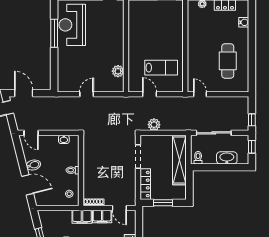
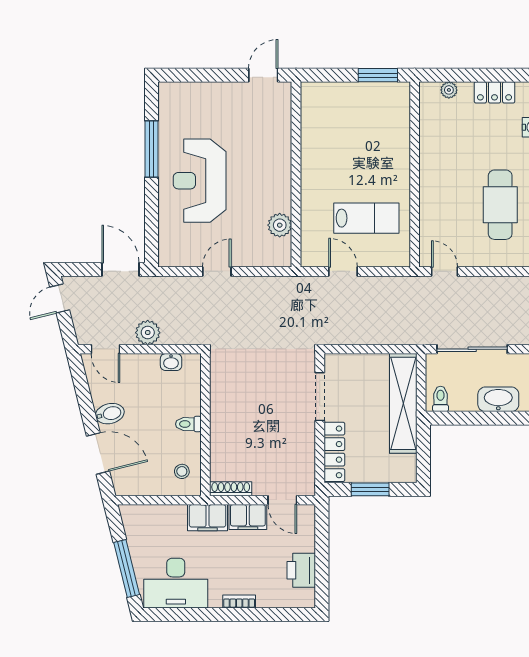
reception desk: (72, 25) -> (200, 181), moved
door: (24, 93) -> (120, 269), moved
plant: (154, 125) -> (148, 333), moved

